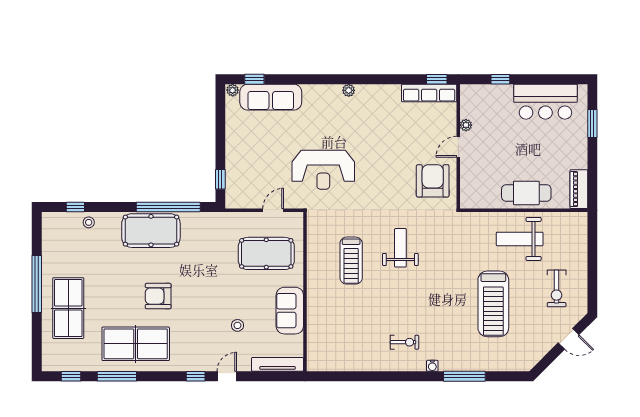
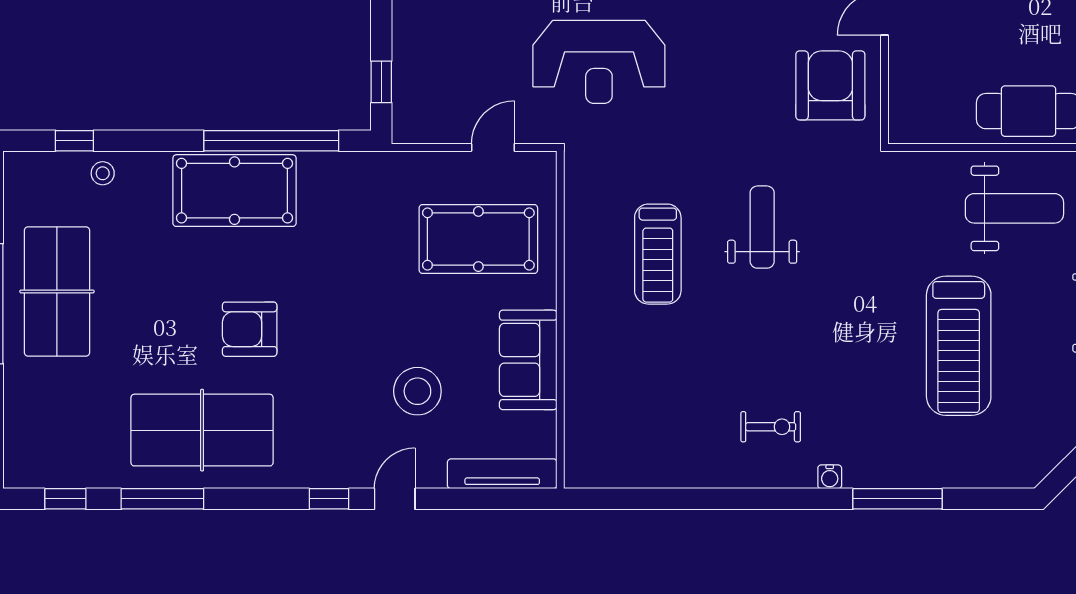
weight bench: (520, 239) -> (1014, 208), turned 180
table tennis table: (68, 308) -> (57, 291), moved
stool: (237, 325) -> (417, 391), width x1.89, depth x1.89

